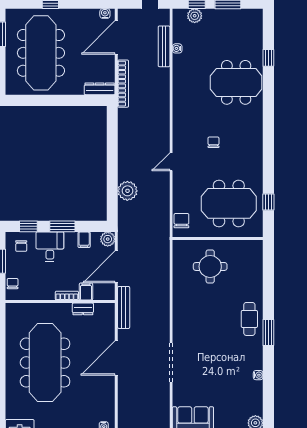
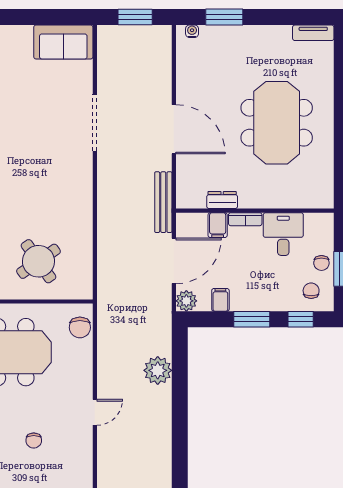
desk: (50, 247) -> (283, 234), moved, turned 180
round table: (210, 266) -> (38, 261), turned -35
chair: (13, 284) -> (321, 263), moved
door: (116, 358) -> (174, 129), hinge flipped
meeting table: (45, 363) -> (277, 123), width x0.73

